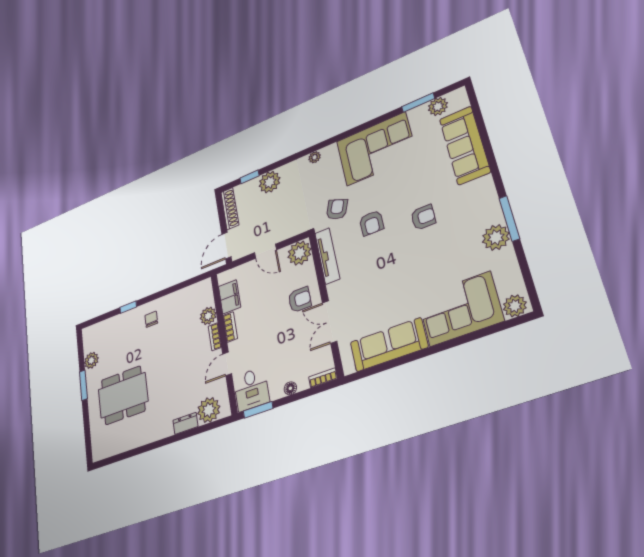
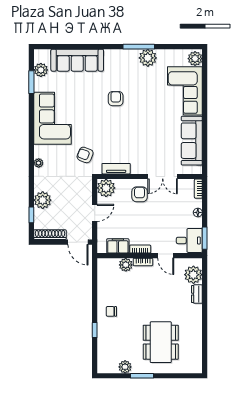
armchair: (372, 223) -> (105, 133), removed
tv unit: (327, 256) -> (116, 169), width x0.71

